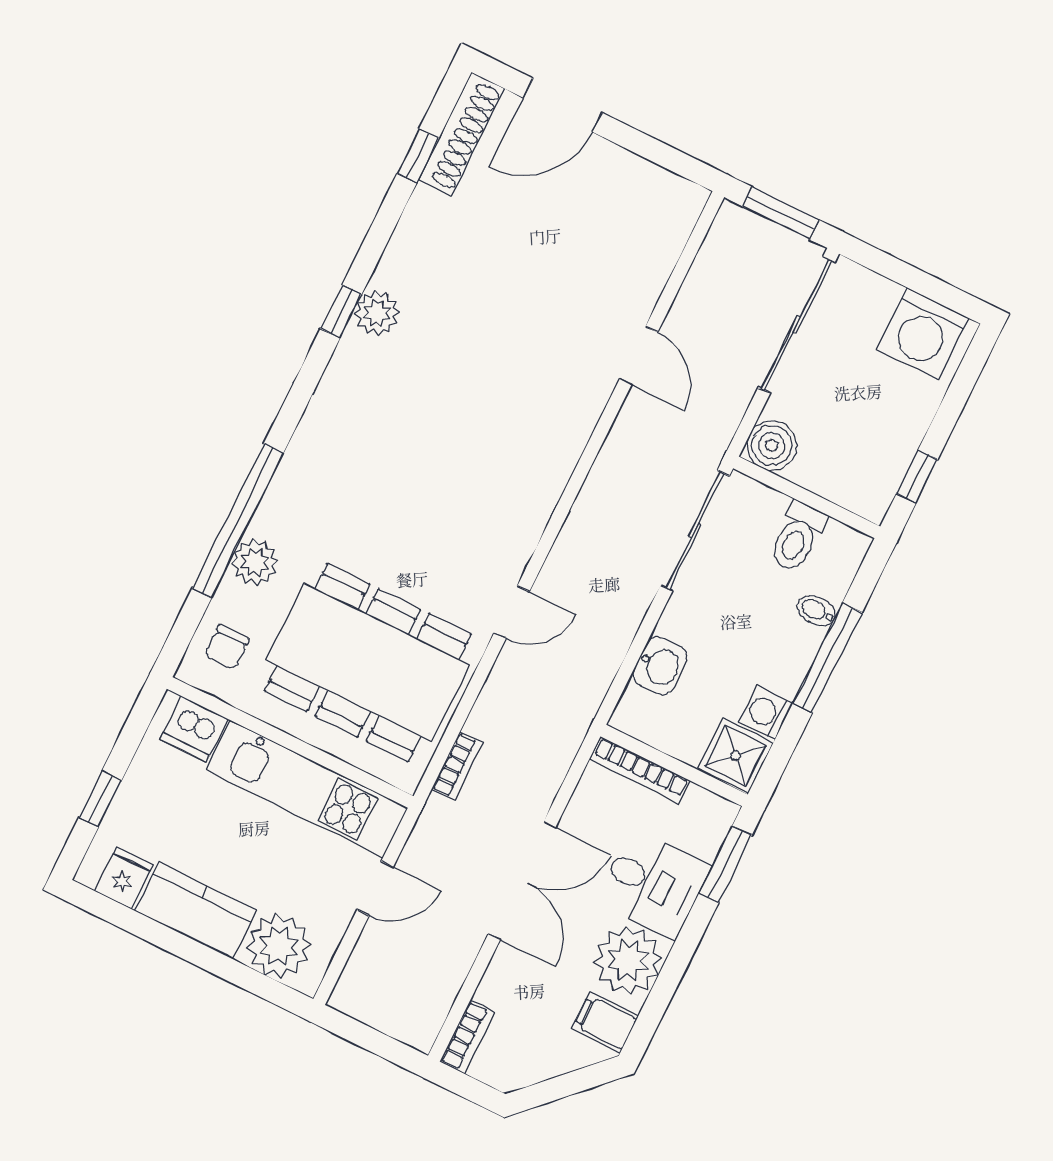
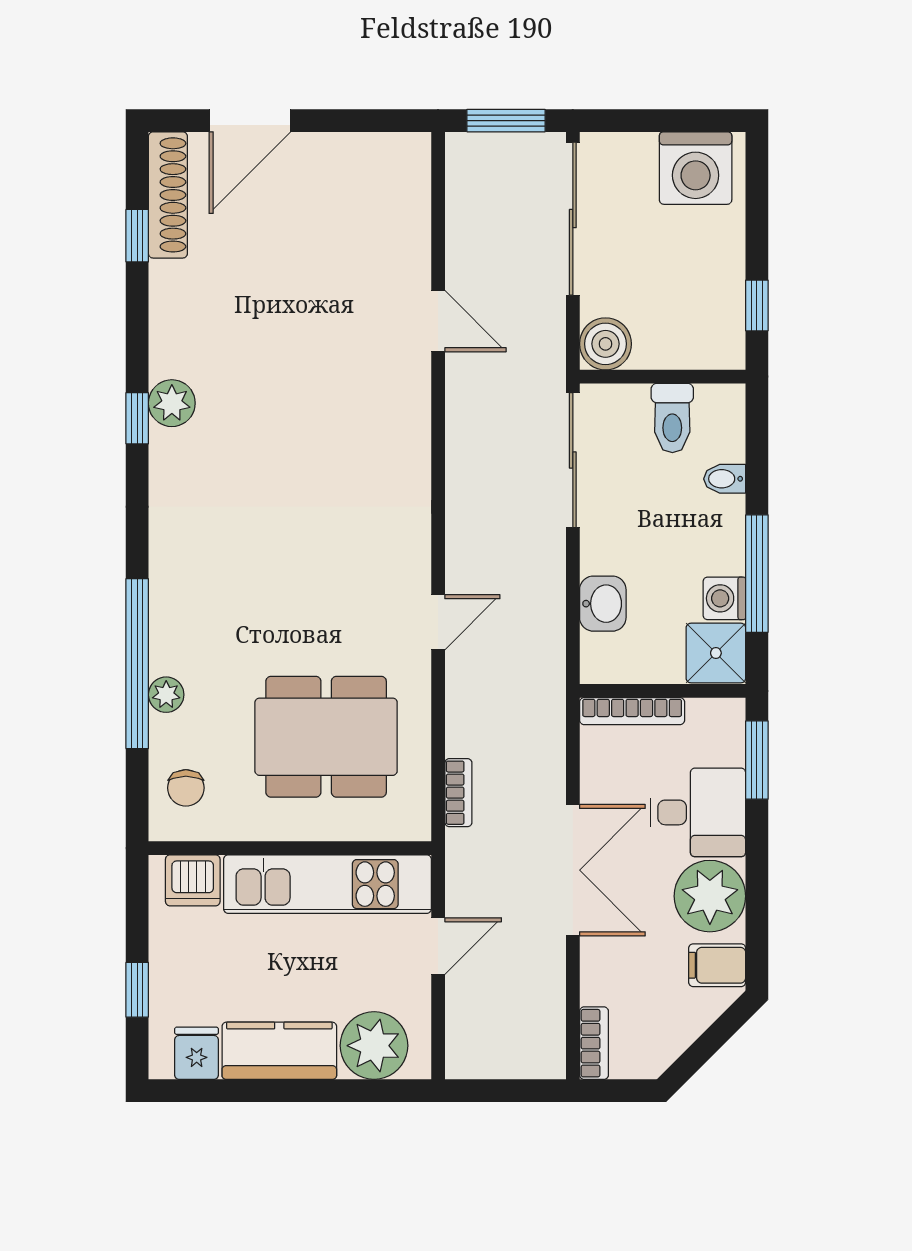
plant: (255, 562) -> (166, 695), width x0.73, depth x0.73
window: (827, 658) -> (757, 574), moved
dining table: (368, 663) -> (326, 737), width x0.73, depth x0.80

